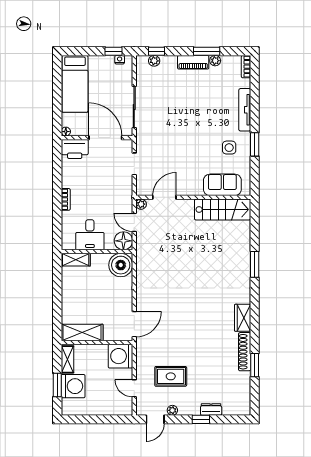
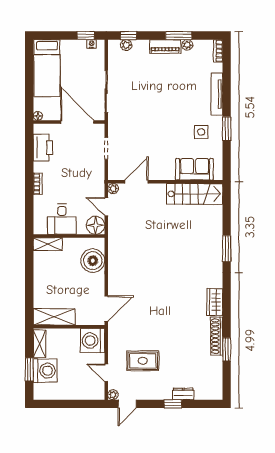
printer: (75, 149) -> (43, 148), moved, turned -90
boiler: (121, 265) -> (93, 261), moved
plant: (172, 410) -> (113, 395), moved

